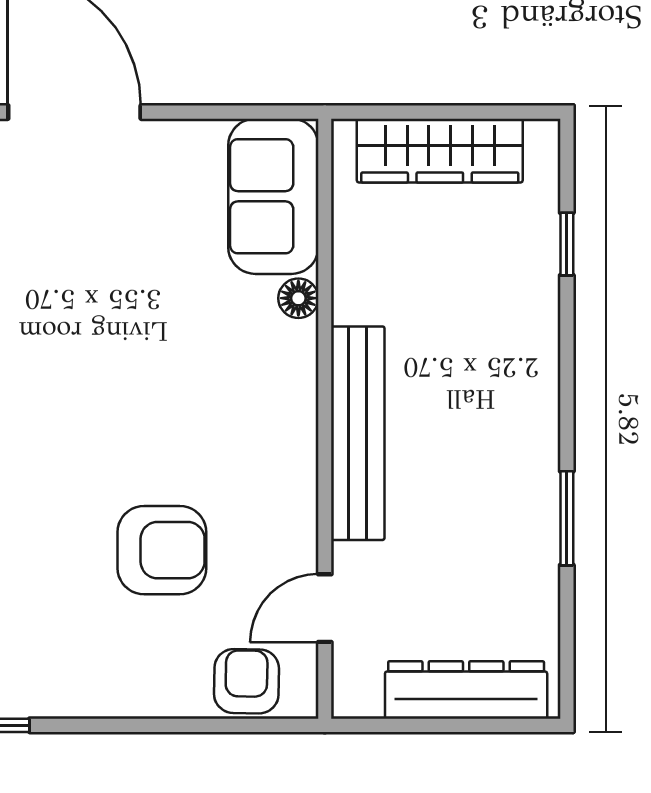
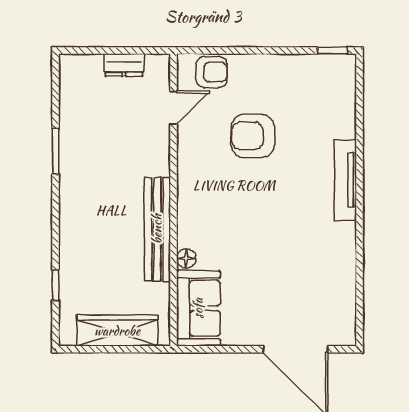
bench: (358, 433) -> (157, 229), moved
armchair: (246, 681) -> (212, 72), turned -91
dresser: (466, 690) -> (124, 65), width x0.51, depth x0.80

